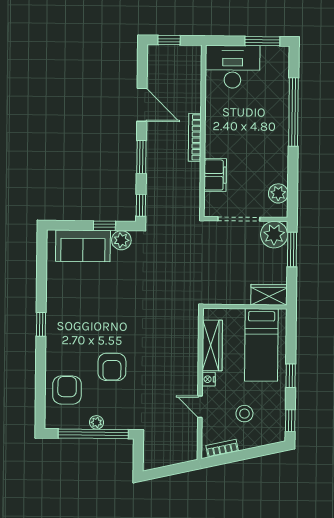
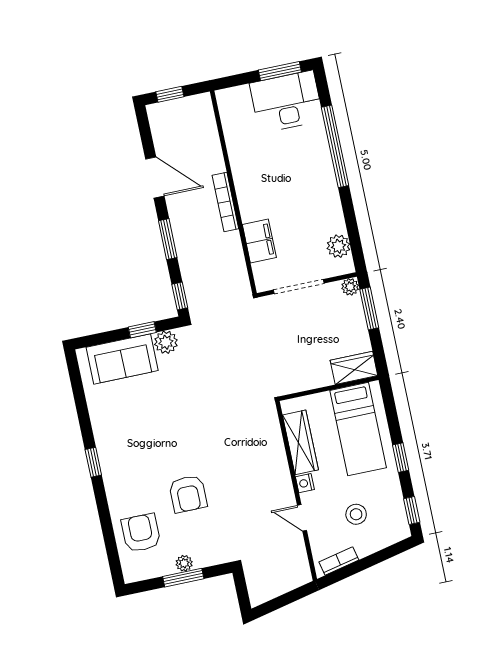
desk: (233, 67) -> (286, 102), moved
plant: (274, 235) -> (350, 287), width x0.53, depth x0.53
window: (93, 434) -> (183, 578), width x0.47

